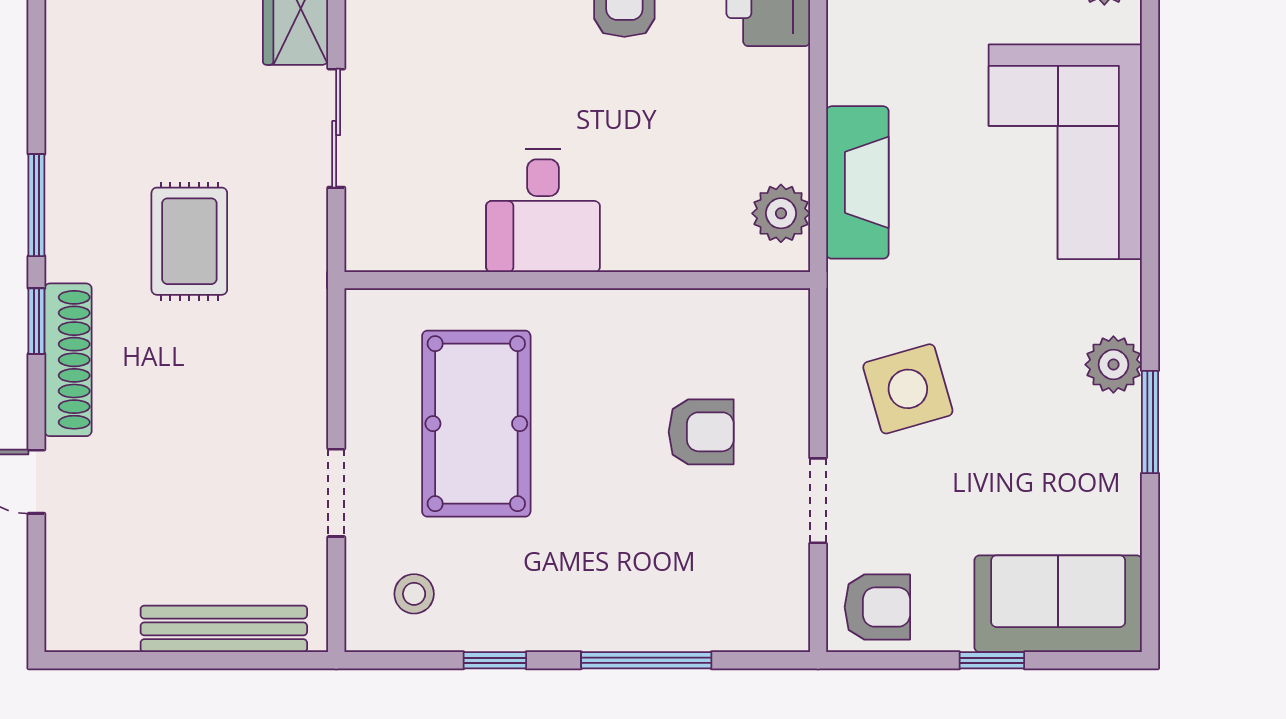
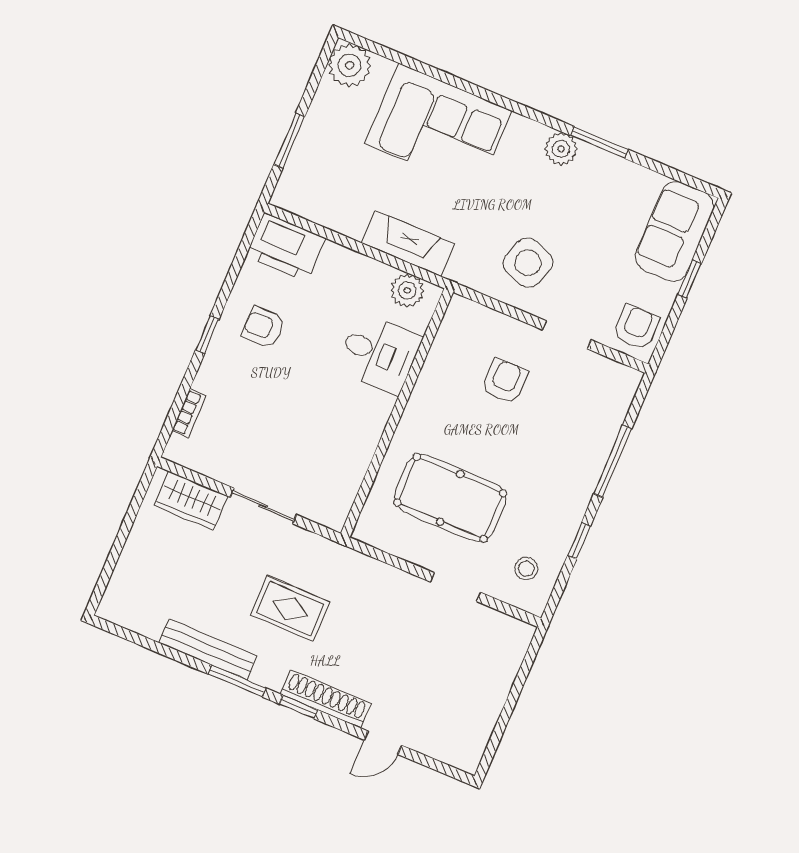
desk: (543, 211) -> (379, 354), moved
side table: (908, 389) -> (528, 263), turned 36
bench: (224, 629) -> (208, 649), moved, turned 90

